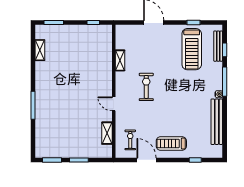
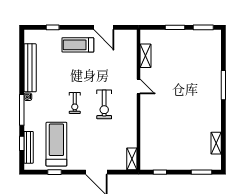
shelving: (120, 60) -> (132, 159), moved
exercise bike: (130, 140) -> (75, 103), moved
treadmill: (171, 143) -> (78, 45), turned 180

